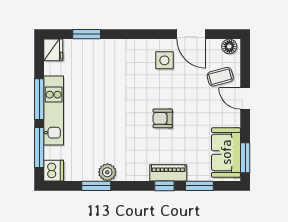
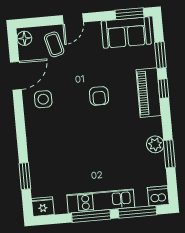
piano: (168, 173) -> (149, 93), width x1.37, depth x1.33

